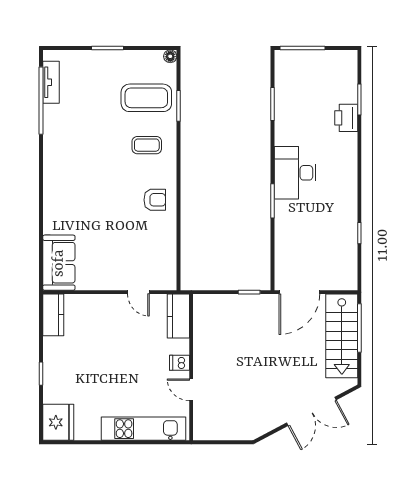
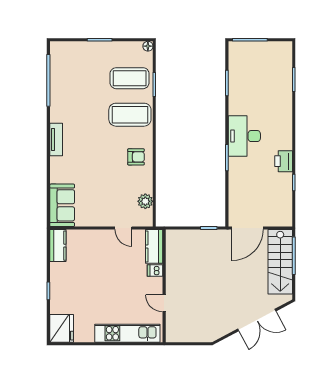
tv unit: (51, 82) -> (56, 139), moved
printer: (346, 118) -> (284, 161), moved
coffee table: (147, 145) -> (130, 115), width x1.86, depth x1.72
plant: (167, 257) -> (145, 201), added
dishwasher: (179, 363) -> (155, 270), moved

